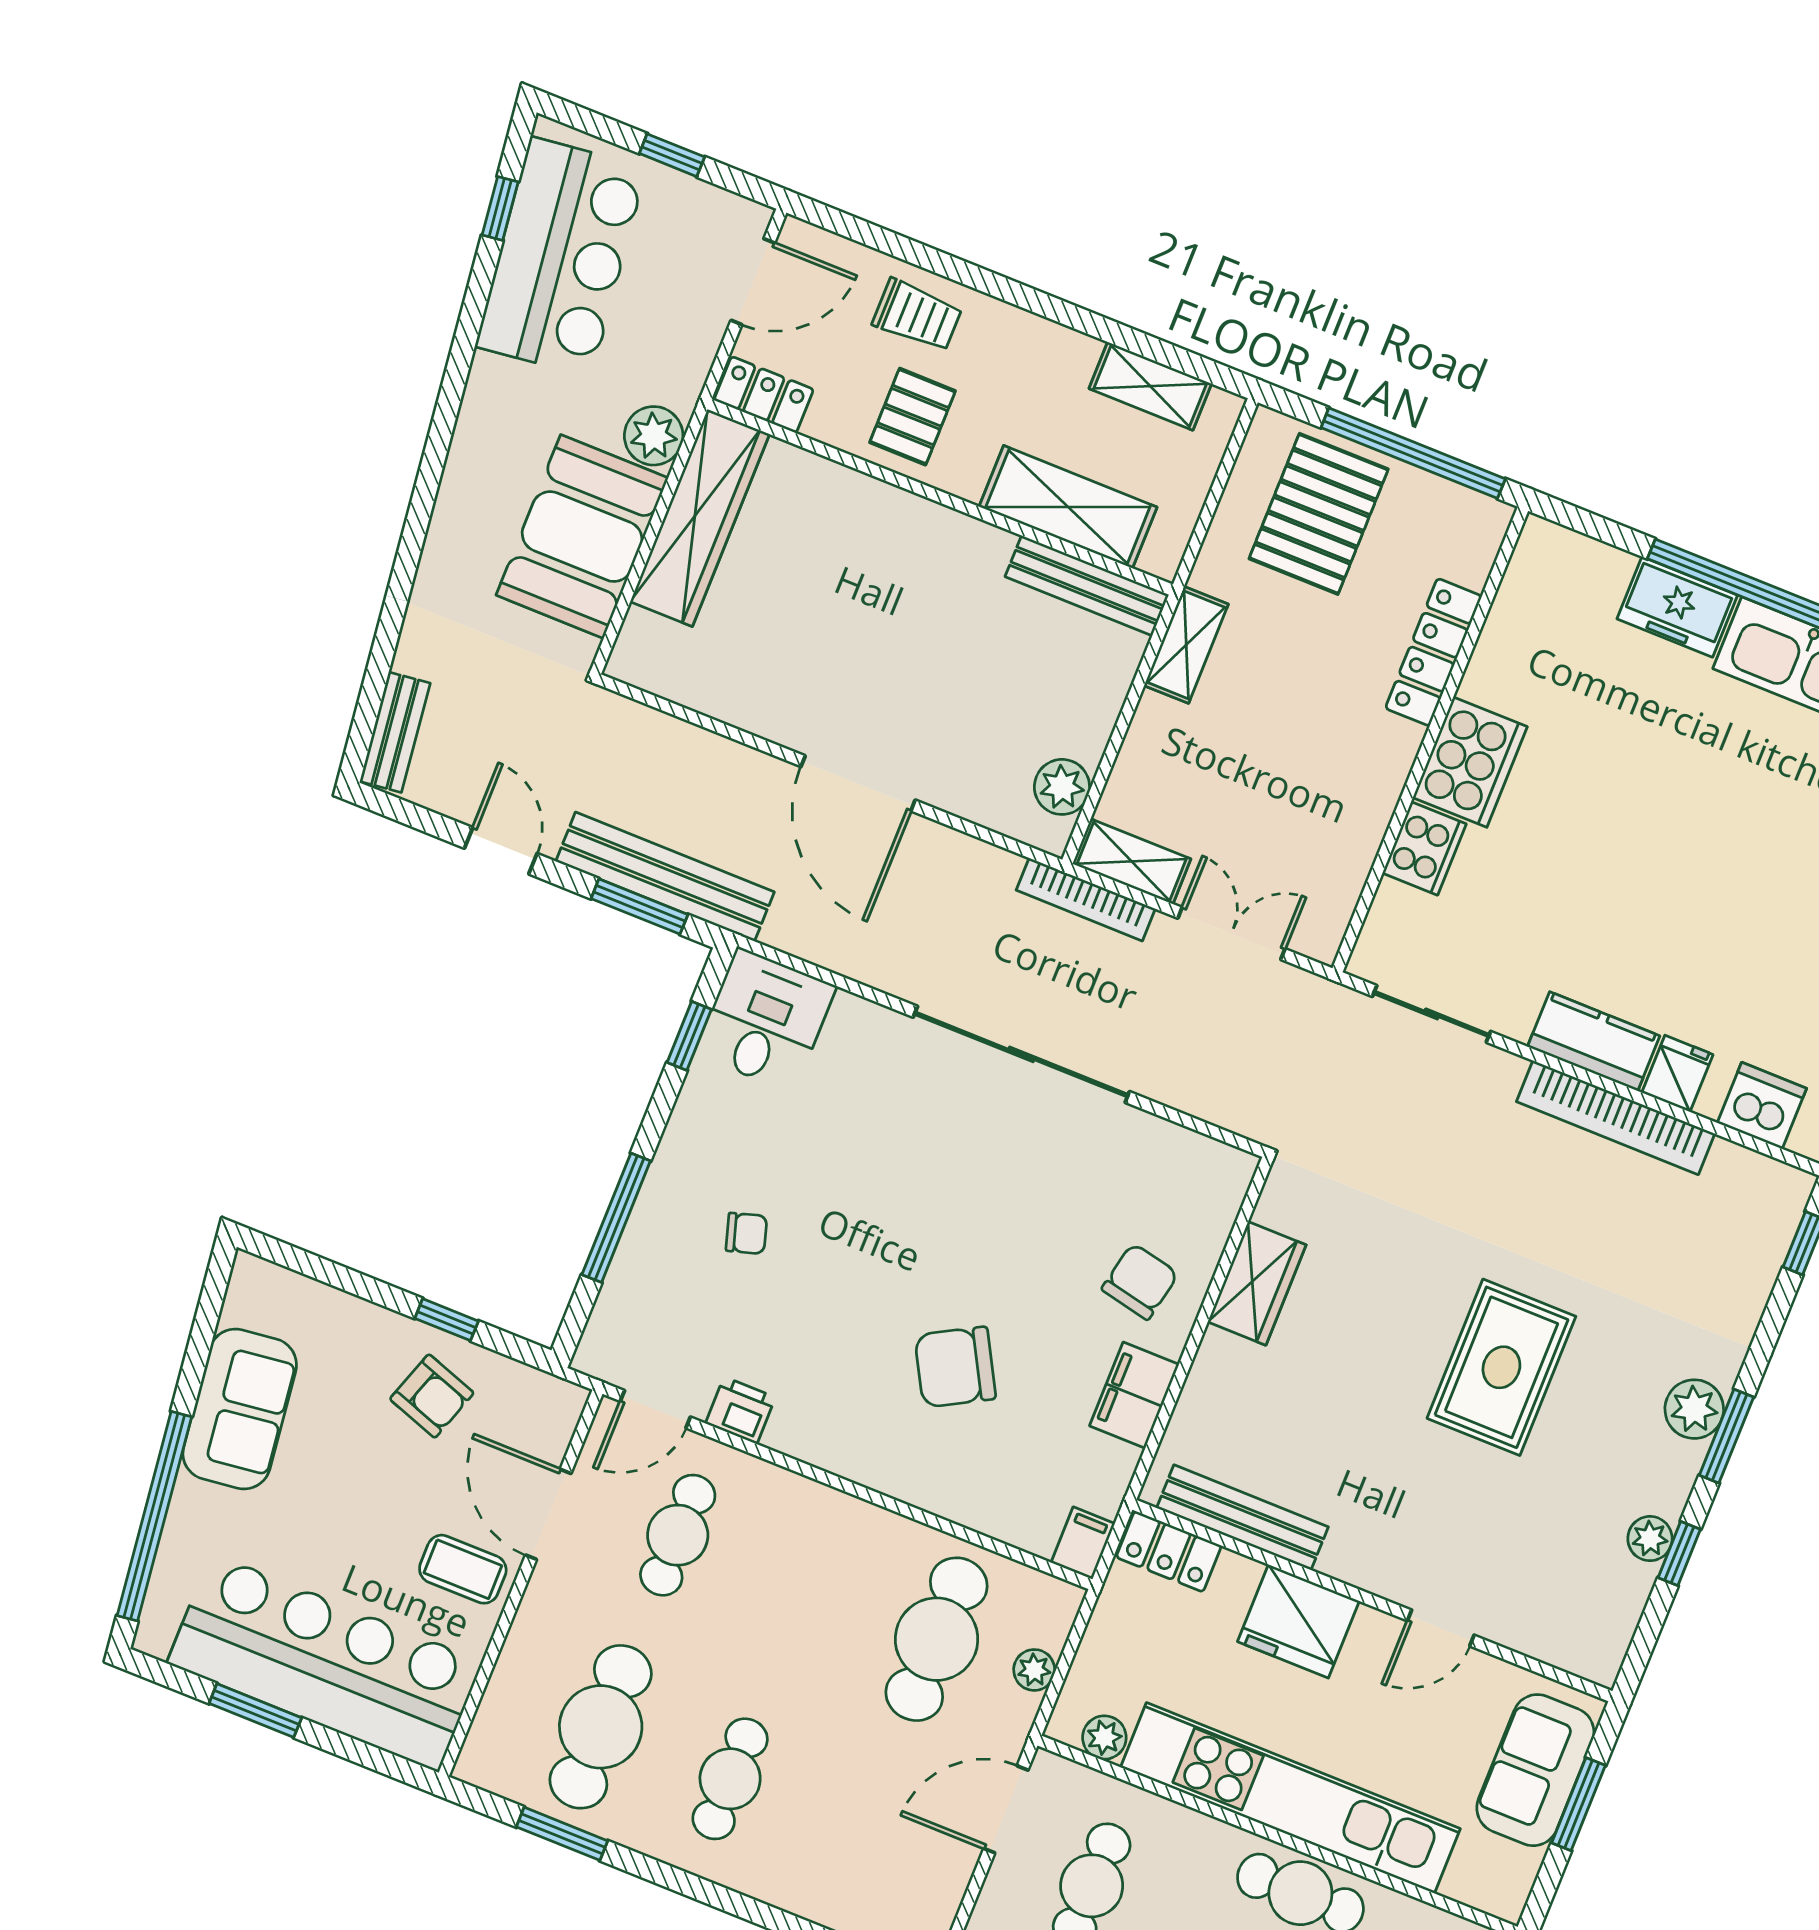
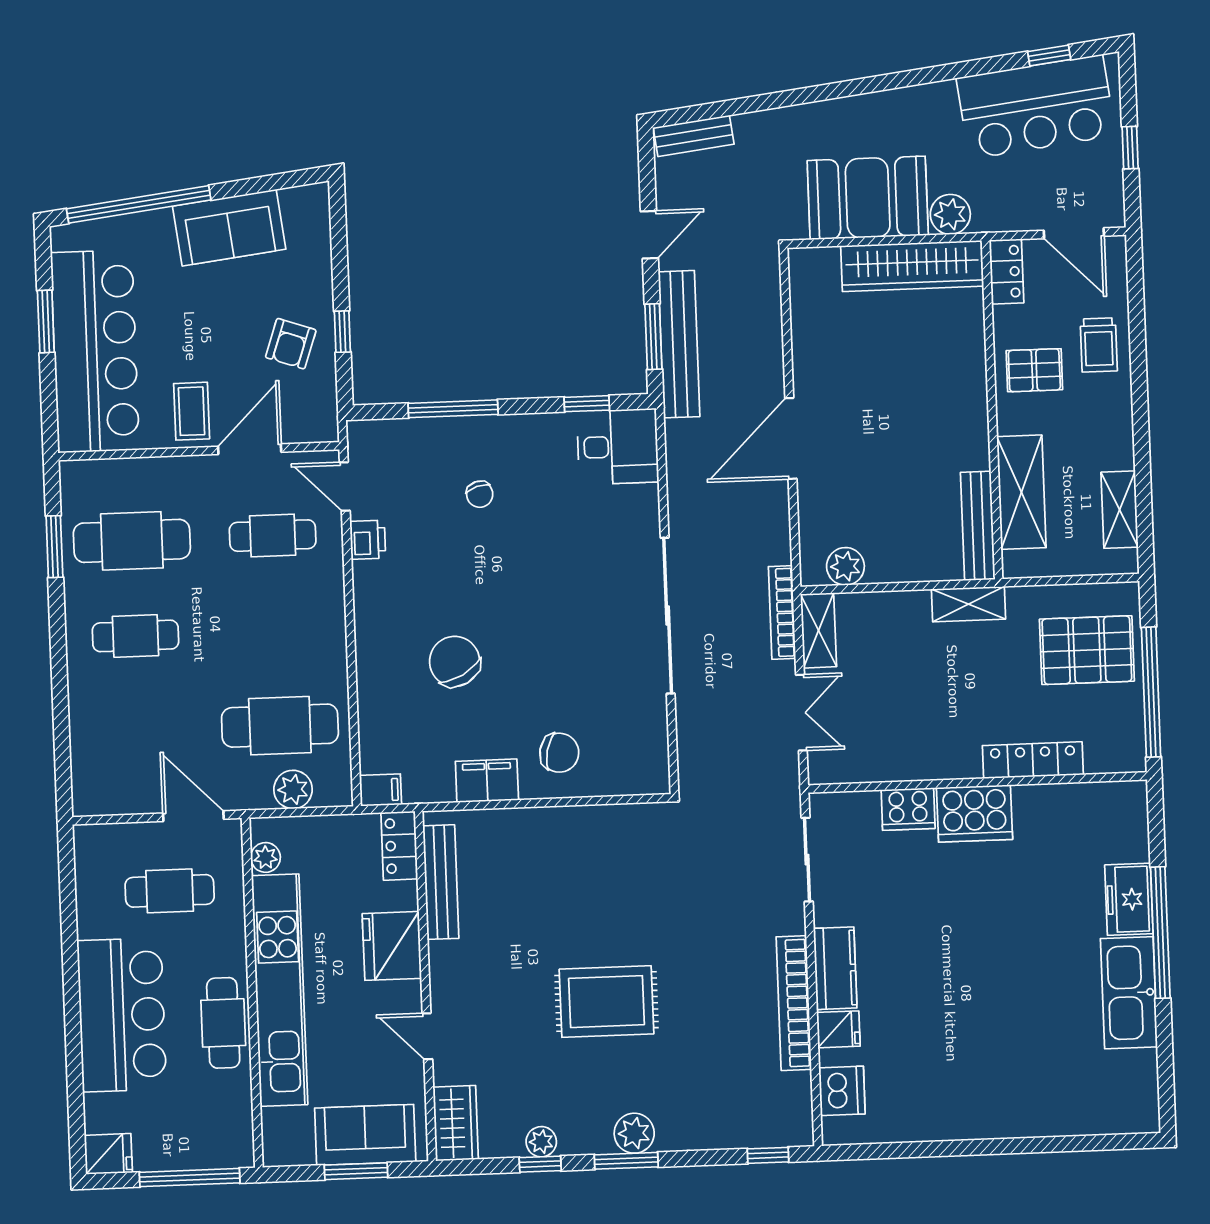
wardrobe: (1257, 1283) -> (456, 1123), moved, turned -90
plant: (1034, 1670) -> (293, 790), width x1.38, depth x1.38

